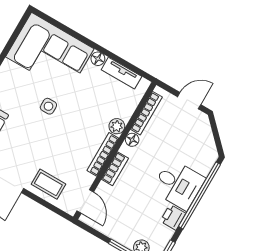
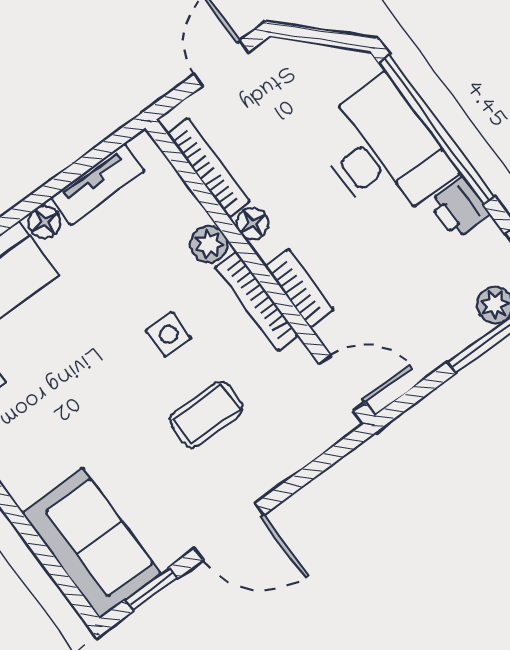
side table: (48, 106) -> (169, 334), moved
coffee table: (48, 184) -> (206, 415), moved
desk: (178, 184) -> (383, 152), width x1.37

